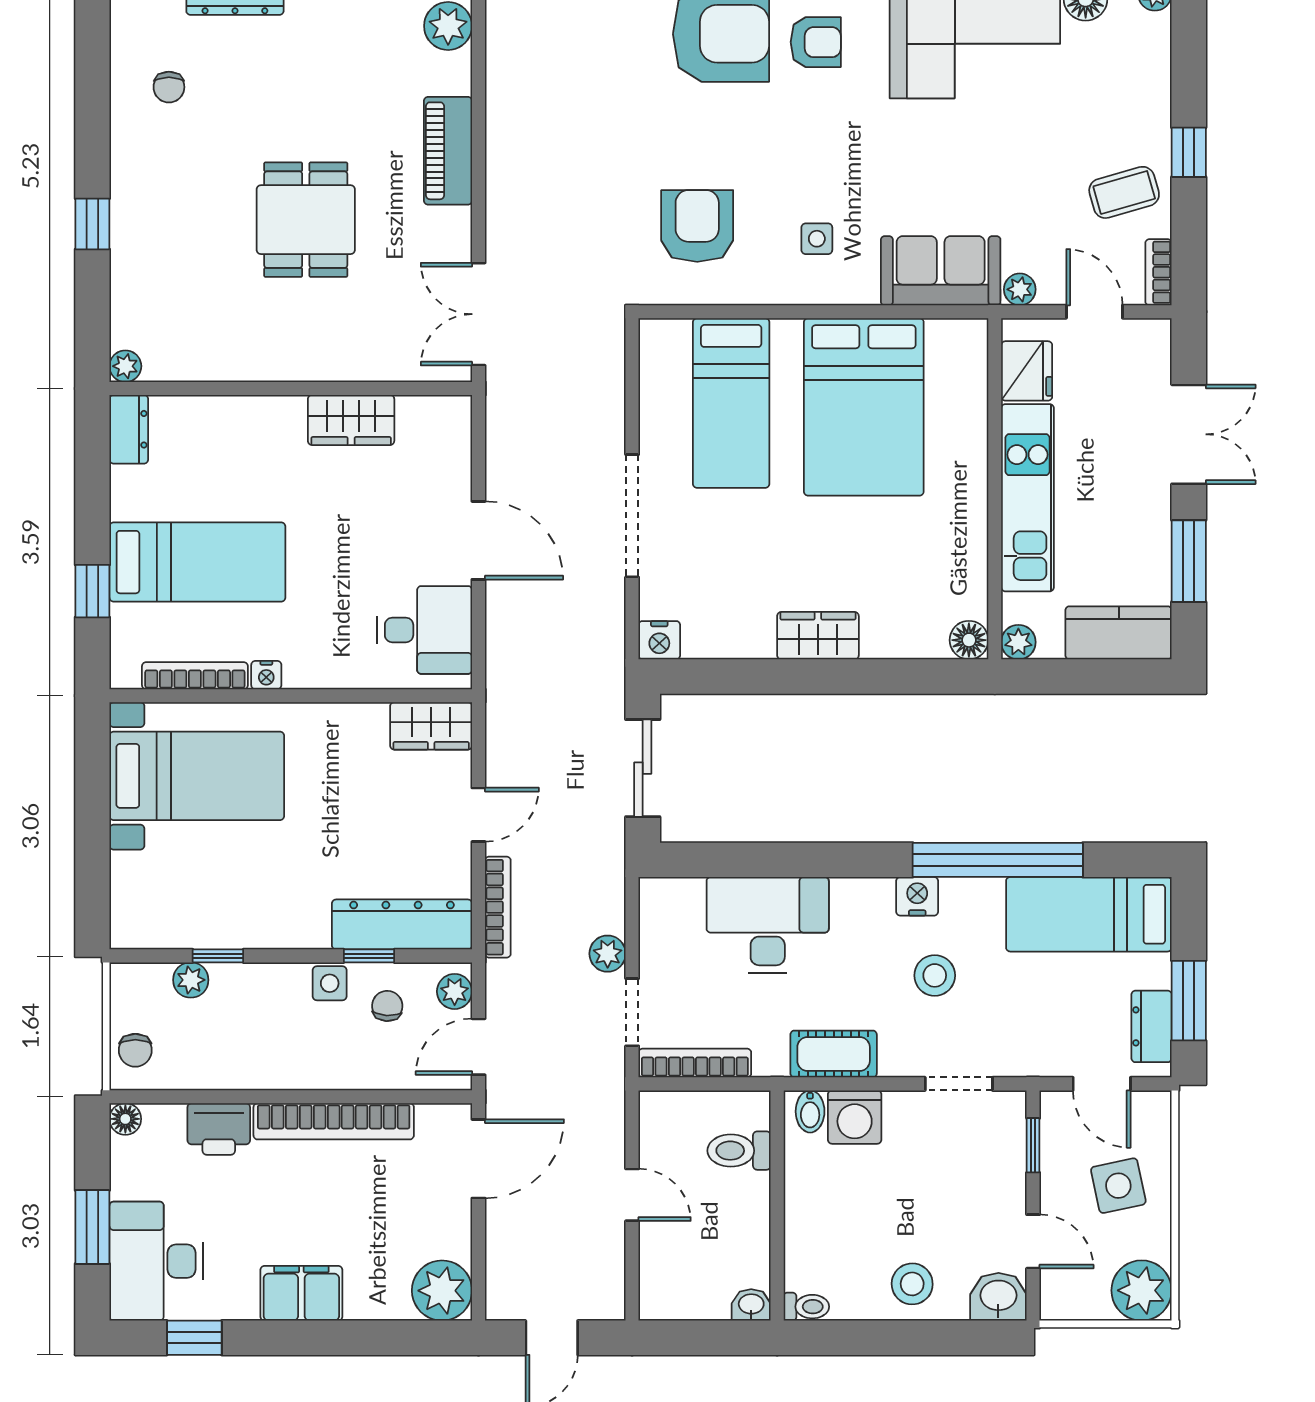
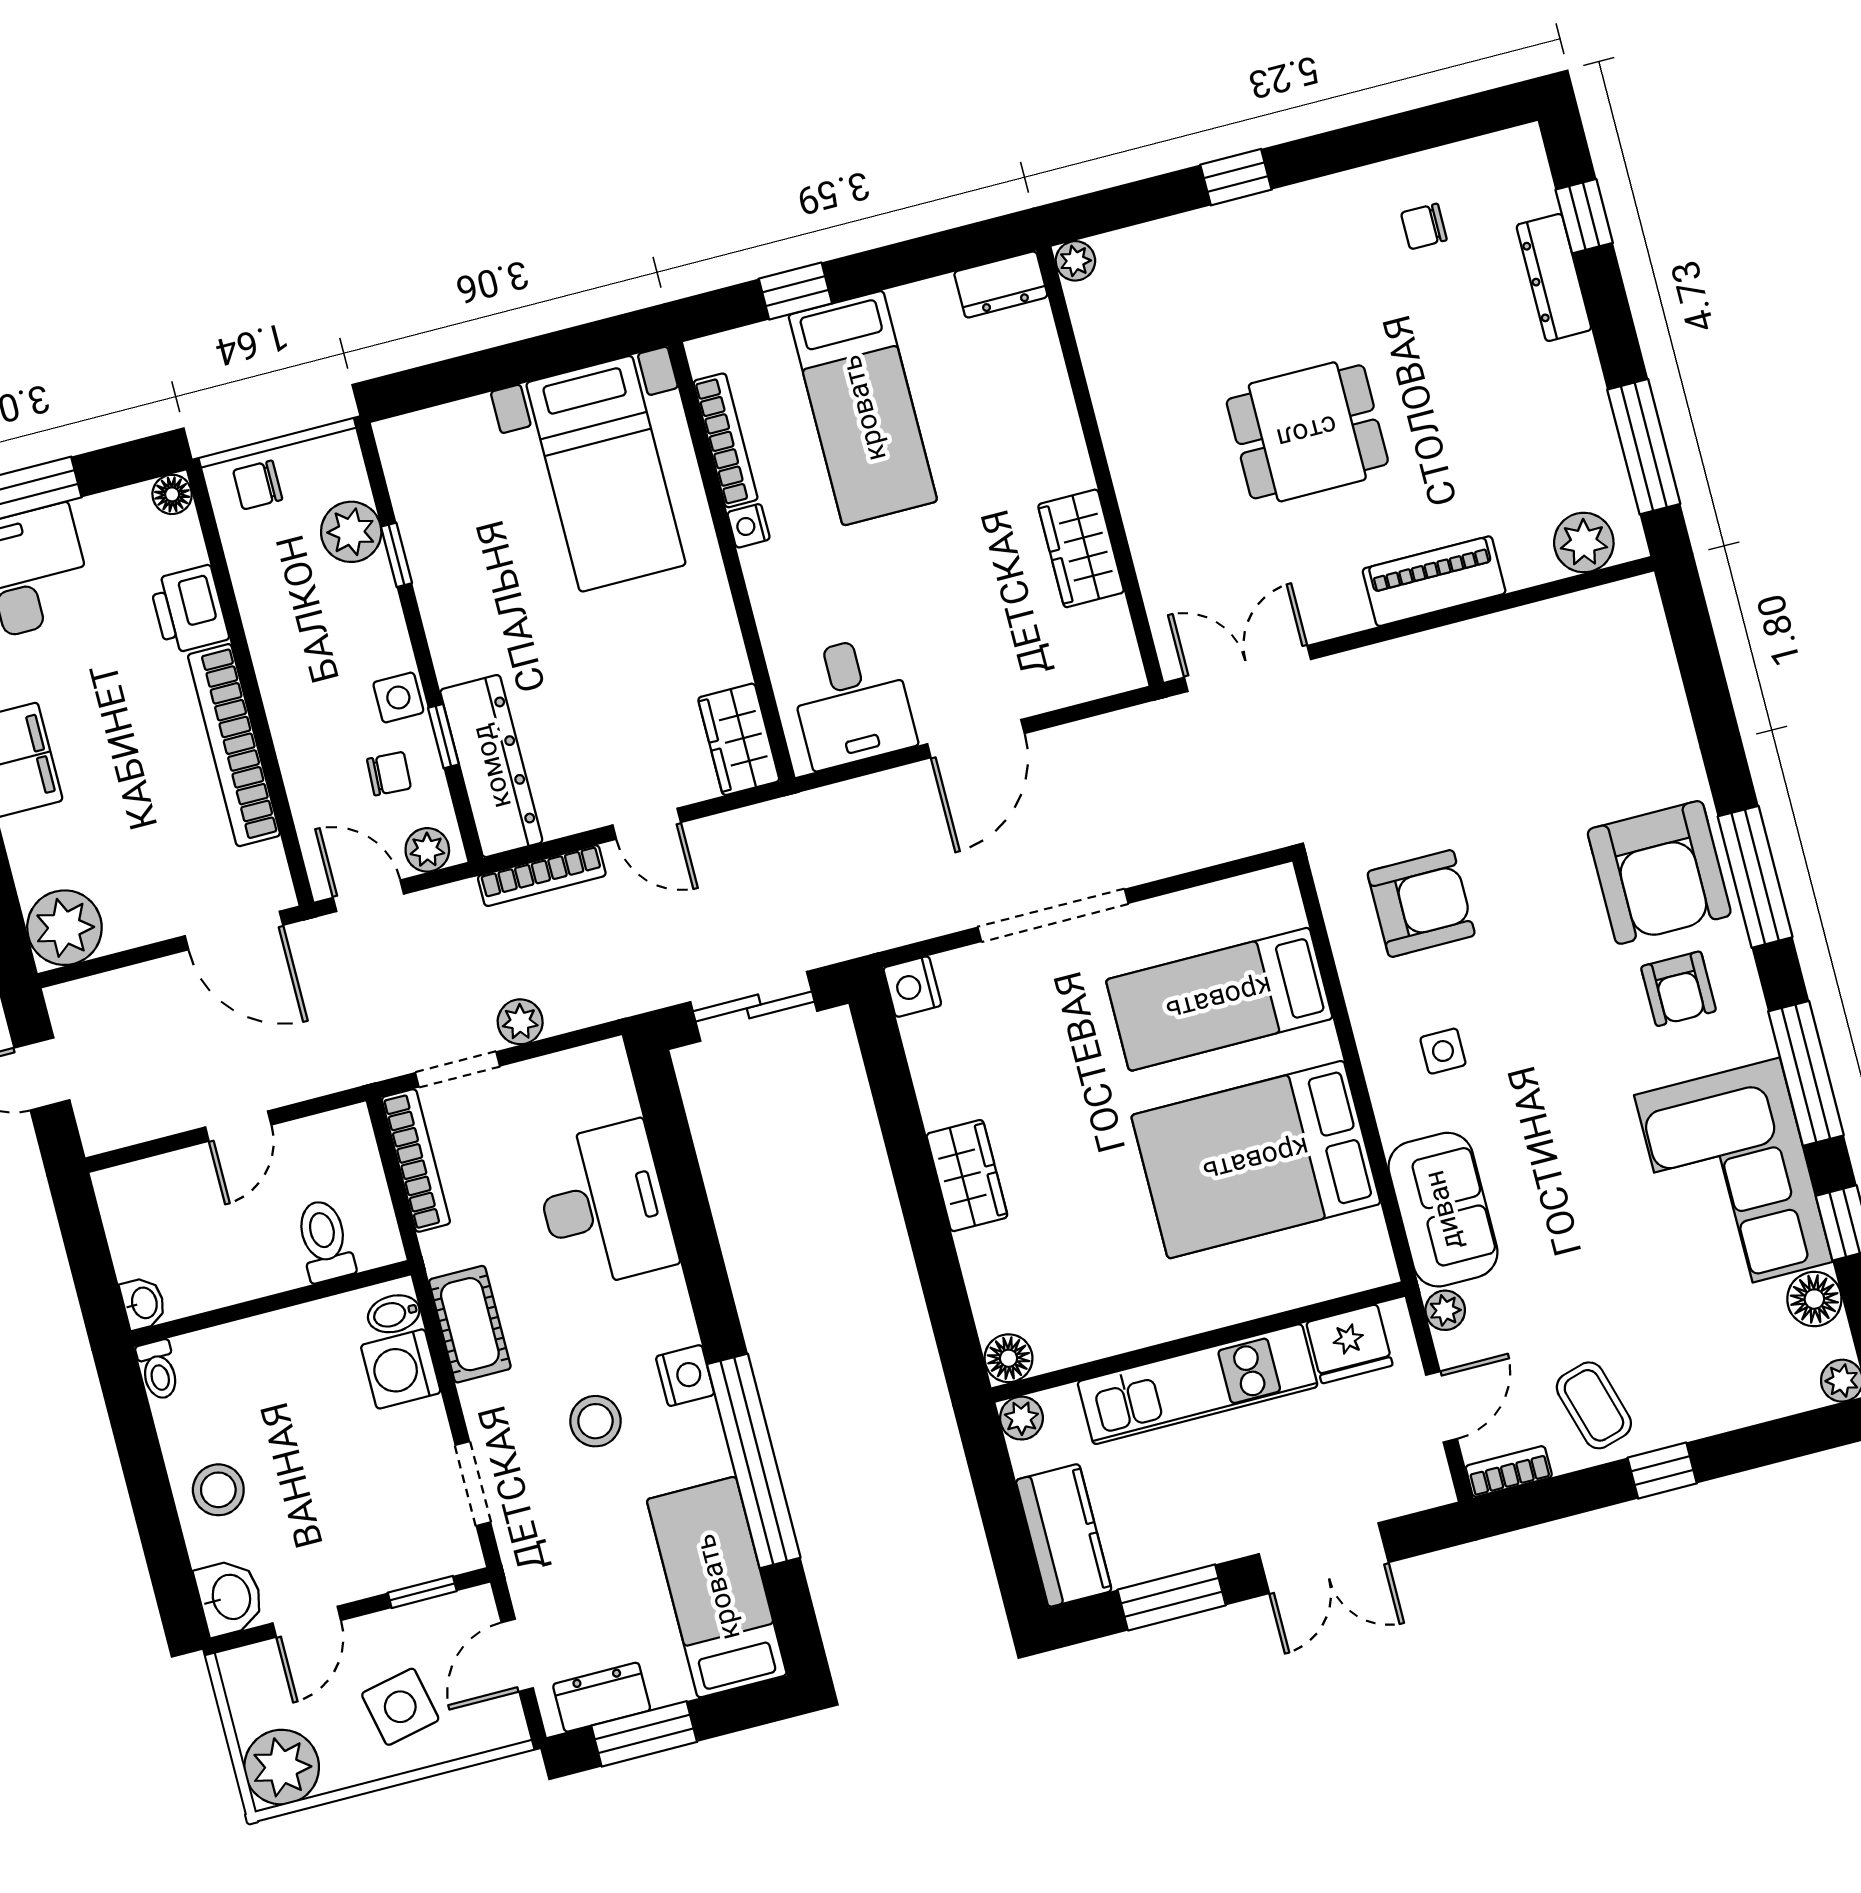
plant: (191, 980) -> (351, 532), width x1.38, depth x1.38

